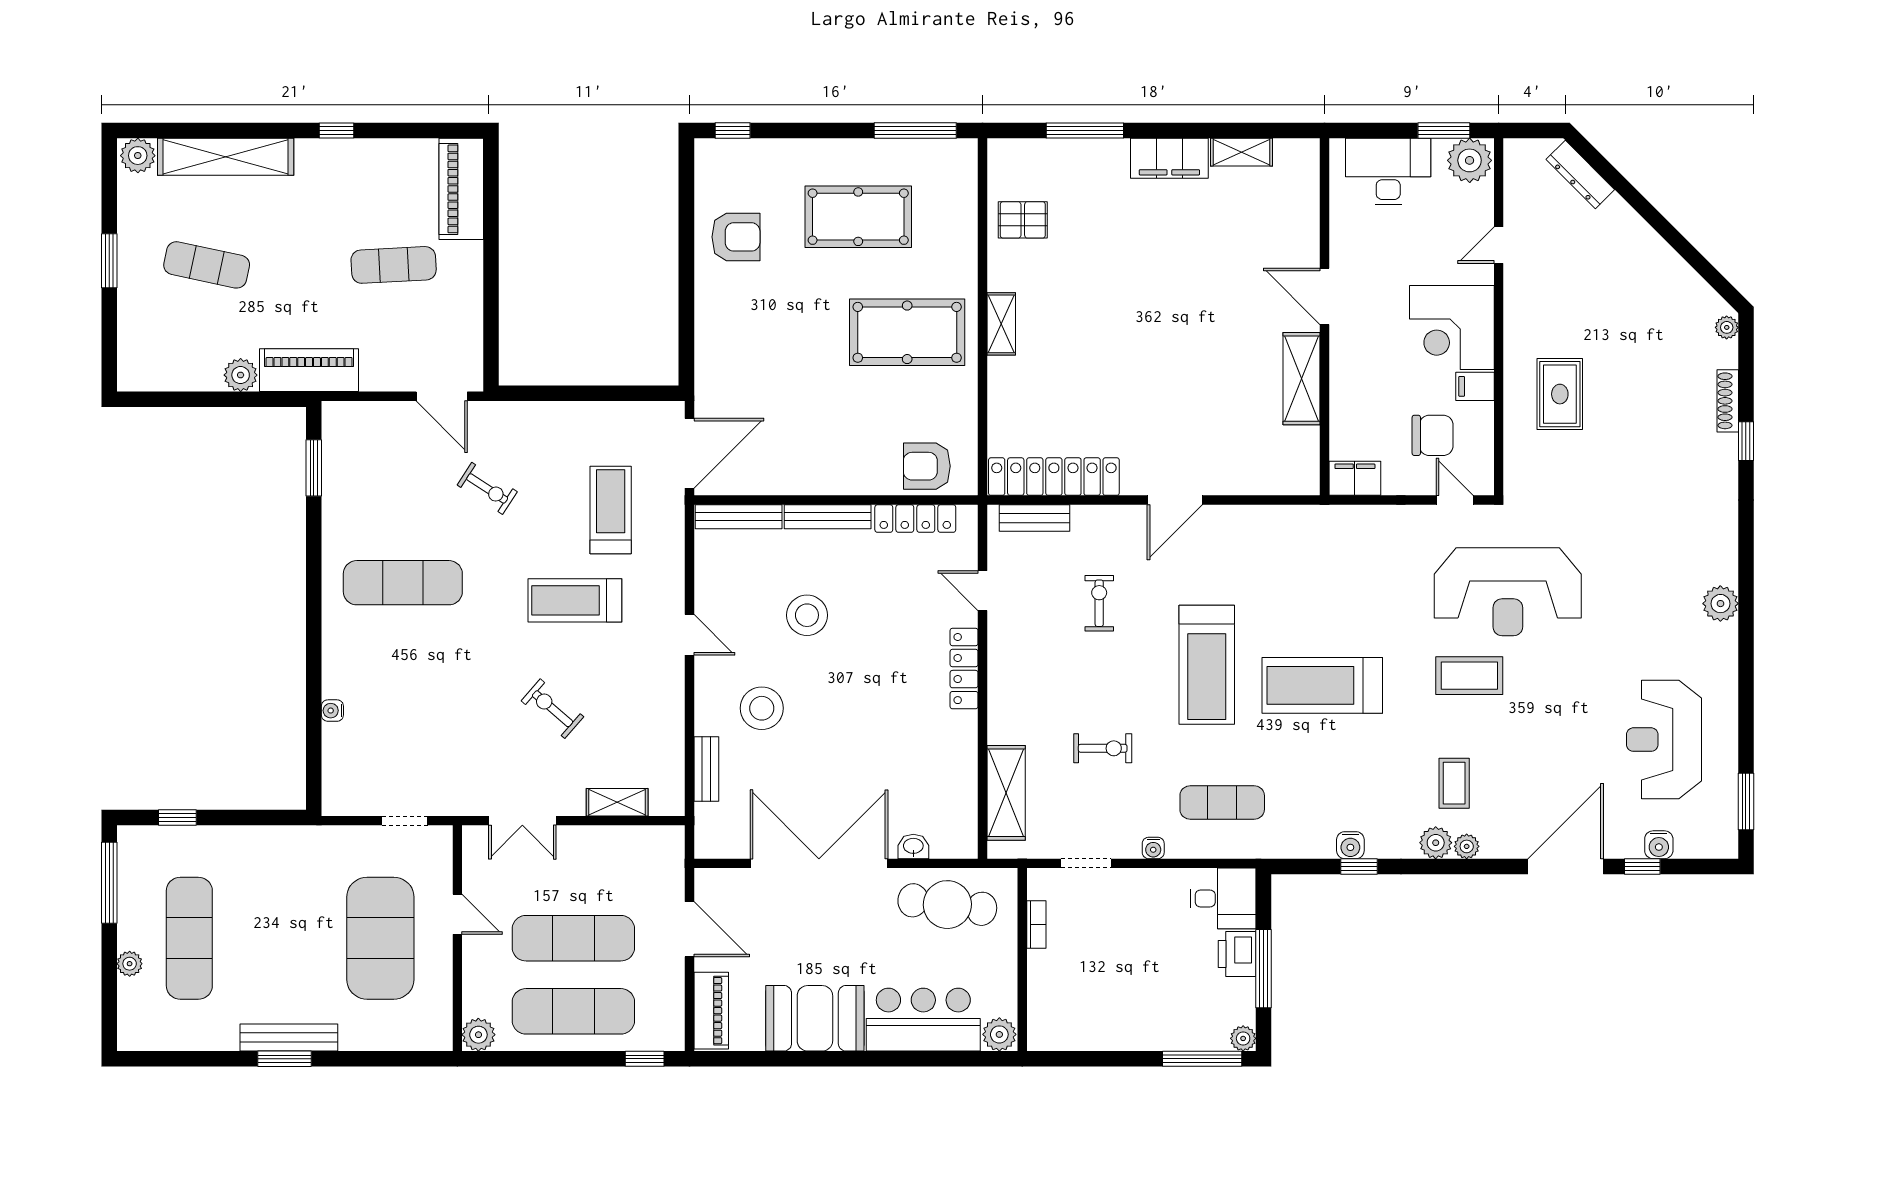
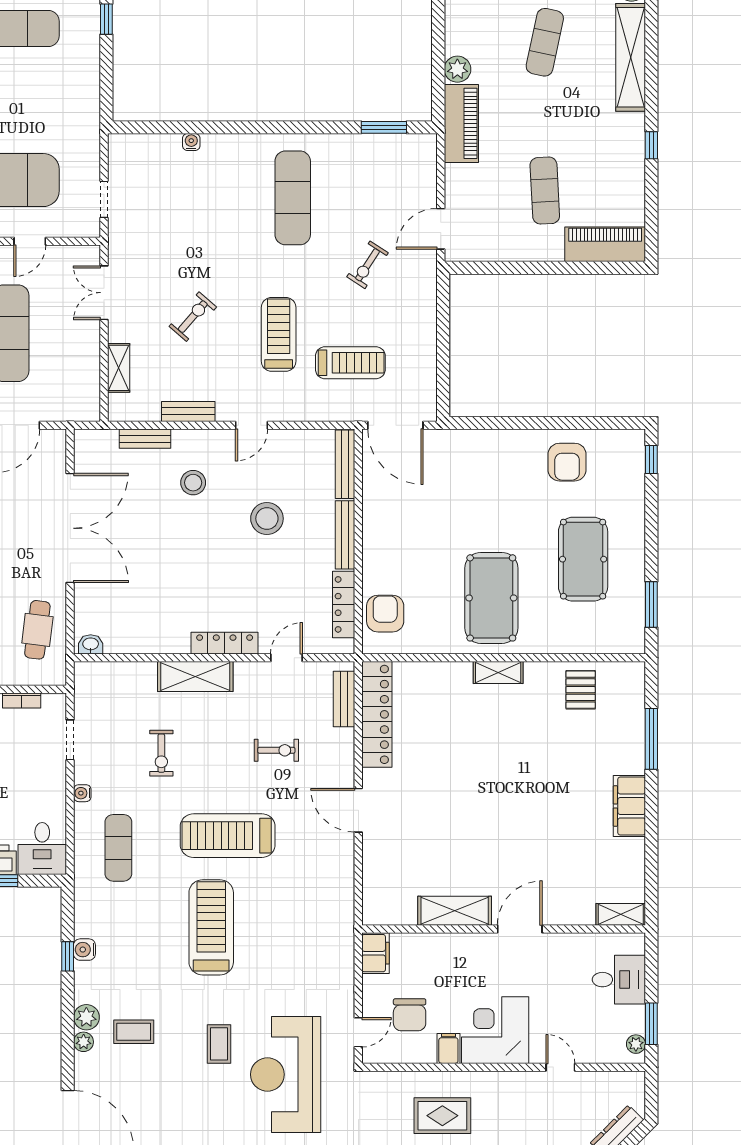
window: (915, 131) -> (651, 604), width x0.69
shelving: (1242, 152) -> (621, 914), moved, turned 90
plant: (1470, 160) -> (636, 1044), width x0.53, depth x0.53
desk: (1388, 172) -> (619, 980), width x0.73
coffee table: (1469, 676) -> (219, 1044), width x0.73, depth x0.77
stool: (762, 708) -> (193, 483), width x0.73, depth x0.73
bench: (672, 714) -> (188, 411), added
shelving: (1006, 793) -> (195, 676), moved
washbasin: (913, 847) -> (91, 644), moved, turned -90
cafe table: (947, 905) -> (37, 630), width x0.73, depth x0.74

